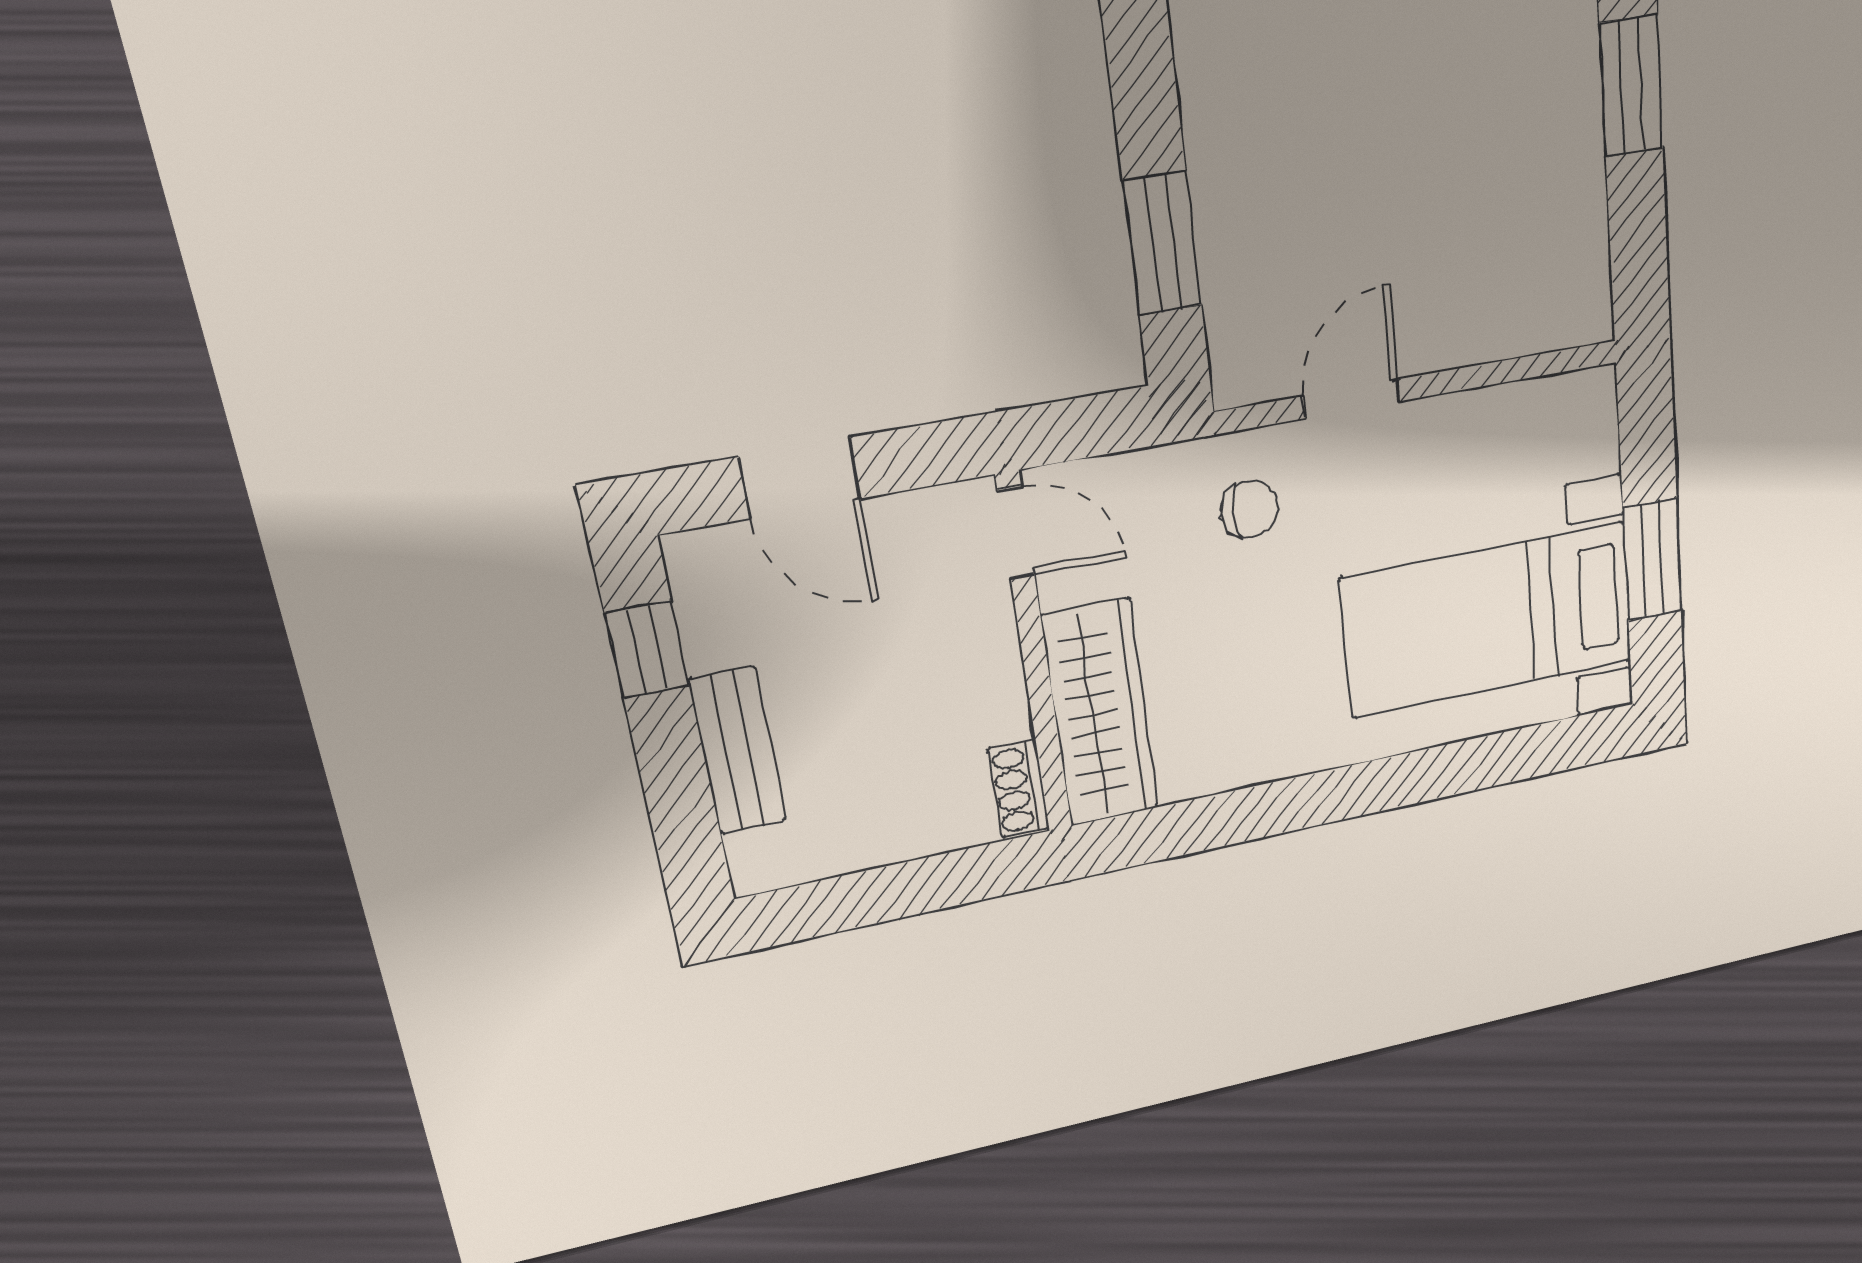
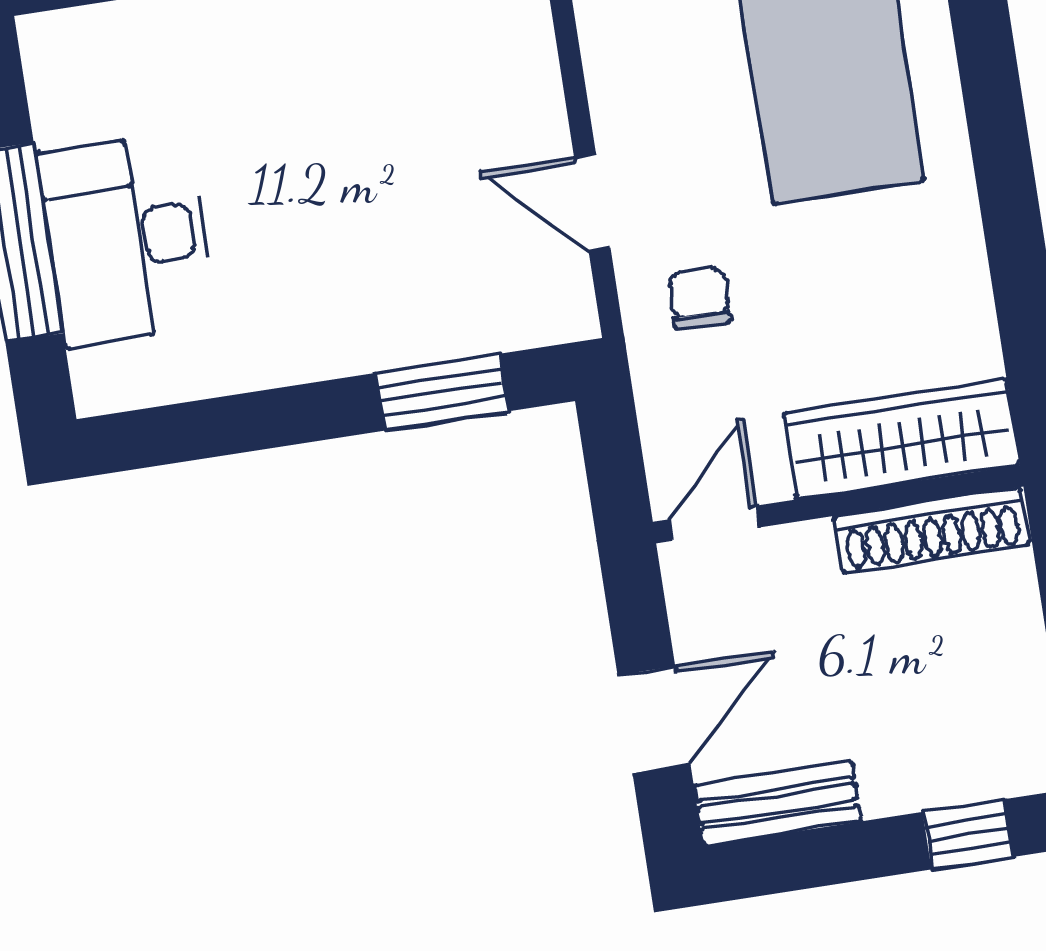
window: (647, 650) -> (968, 834), moved
bench: (737, 751) -> (778, 803), moved
shoe rack: (1019, 789) -> (932, 530), width x1.94, depth x1.24

